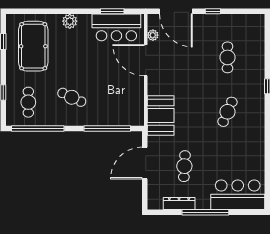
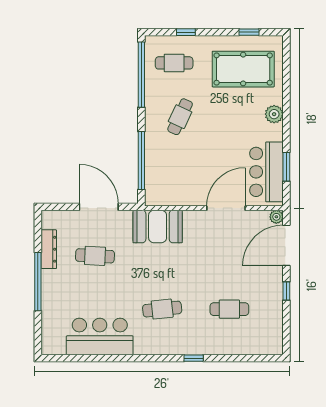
plant: (153, 35) -> (276, 217), moved
cafe table: (227, 112) -> (162, 309), turned -30
bar counter: (238, 195) -> (100, 336), moved, turned -90

